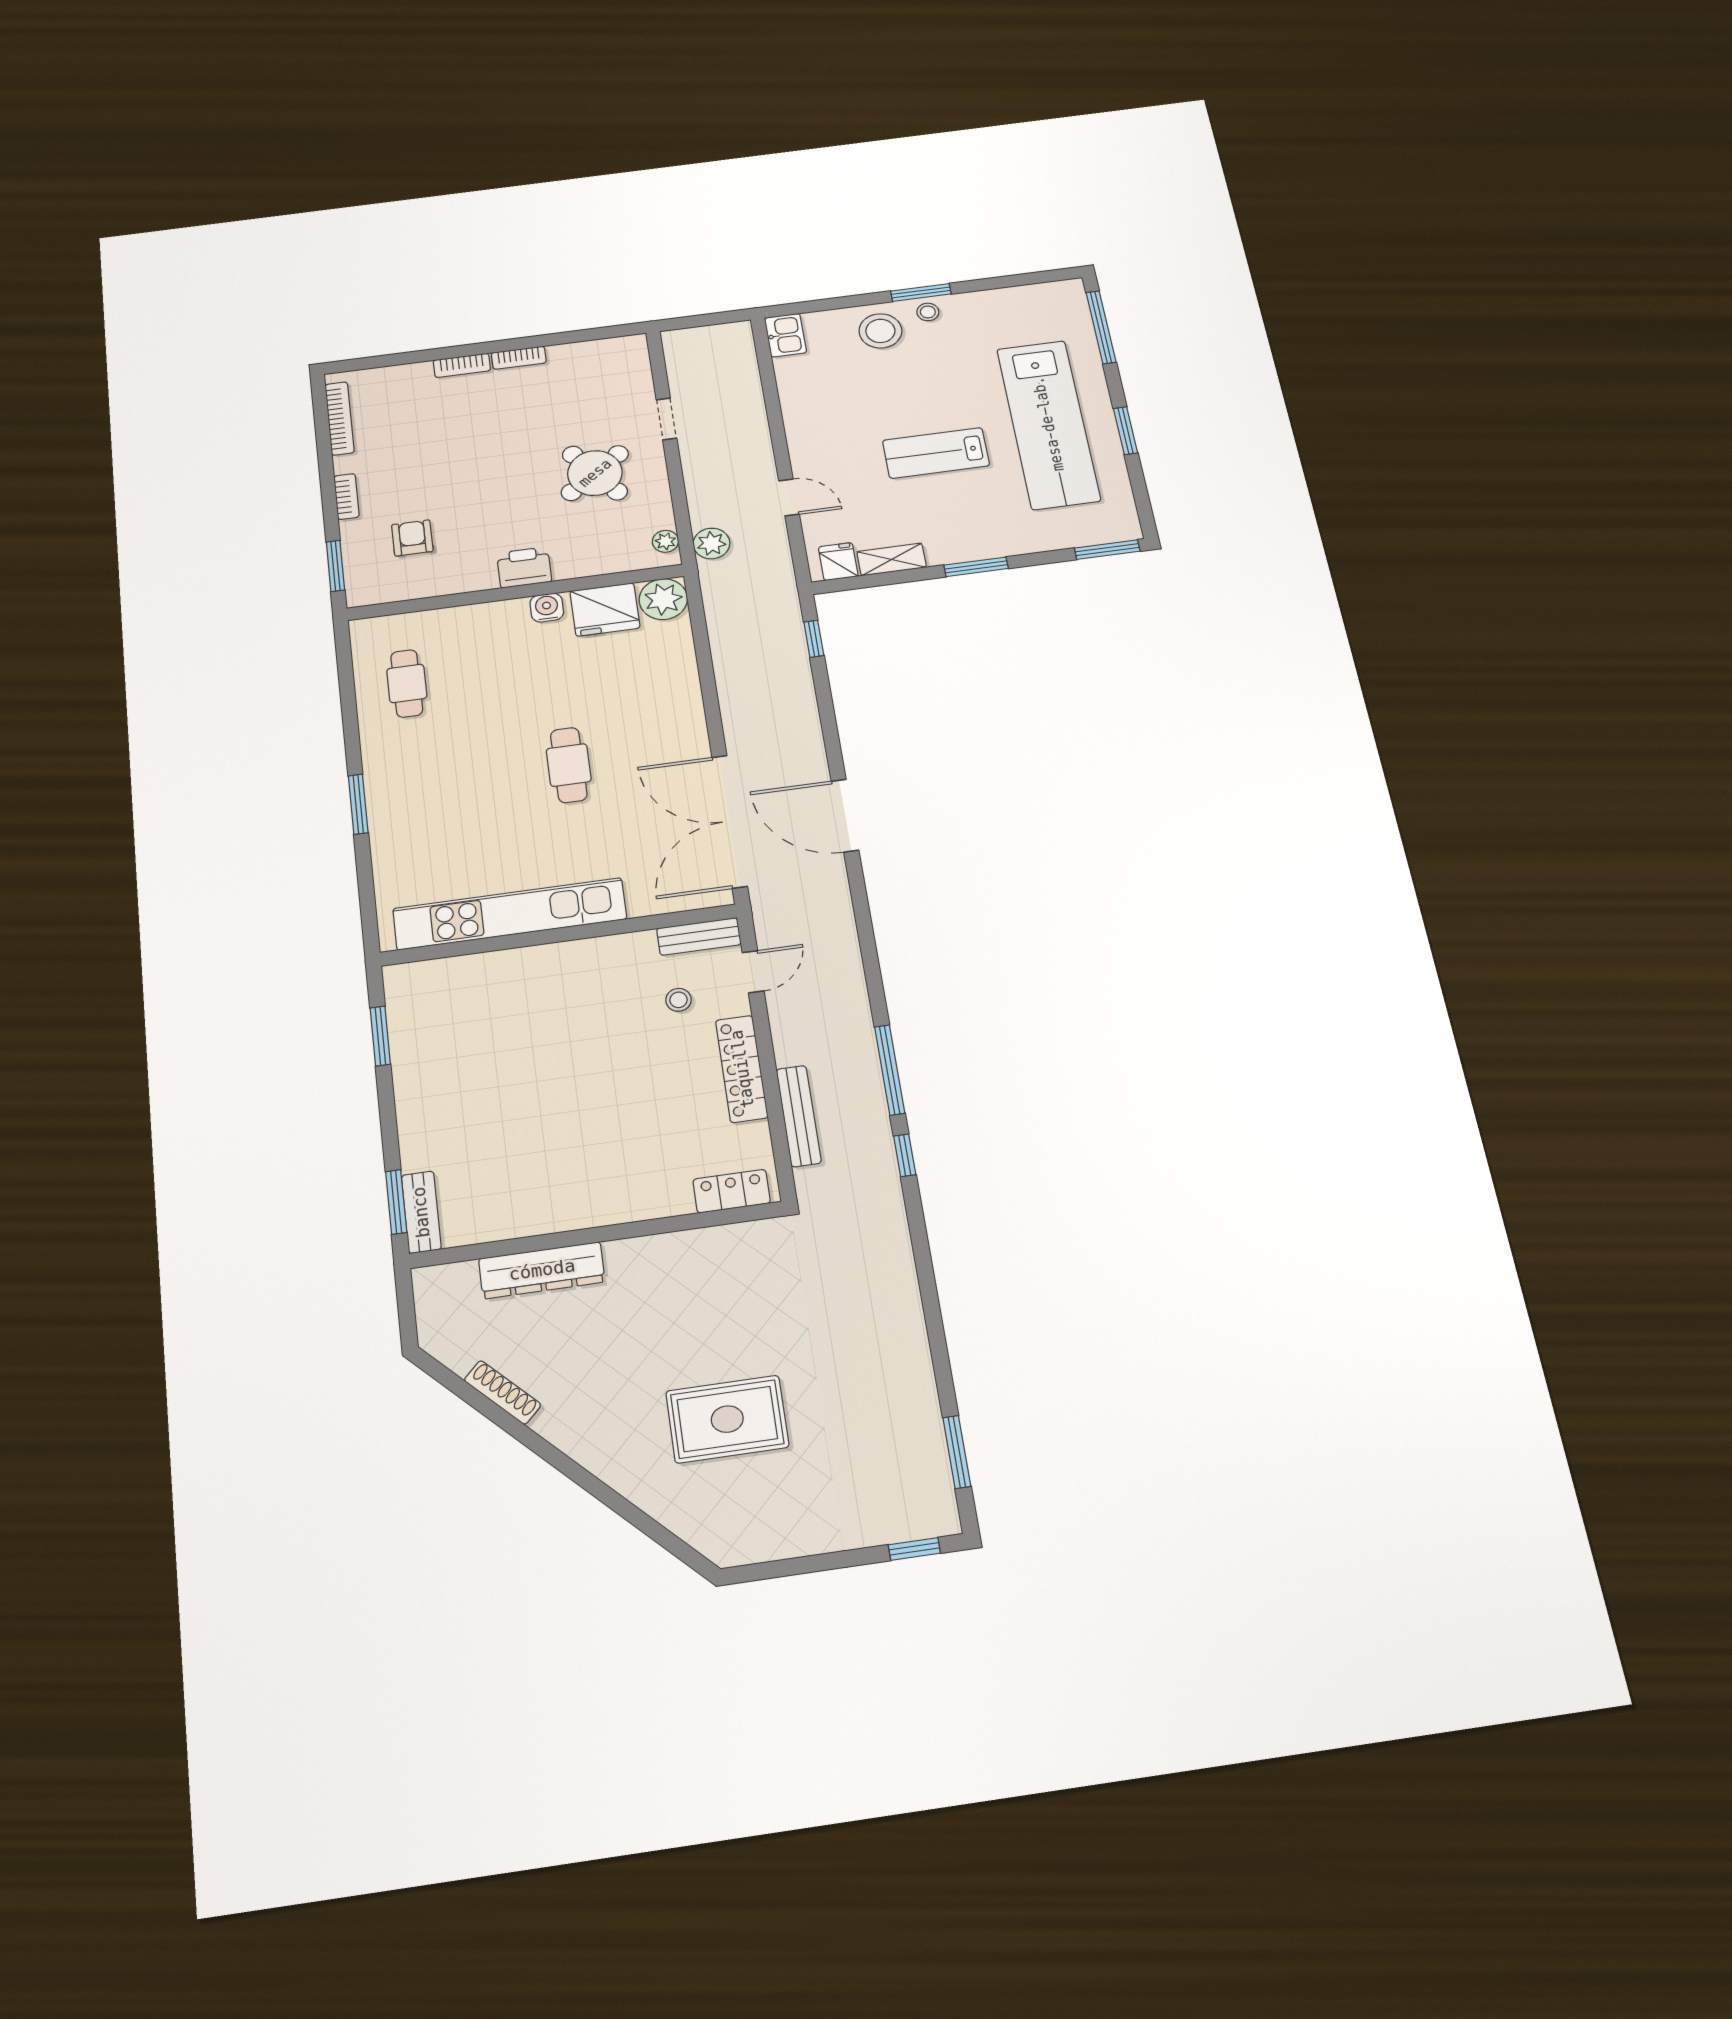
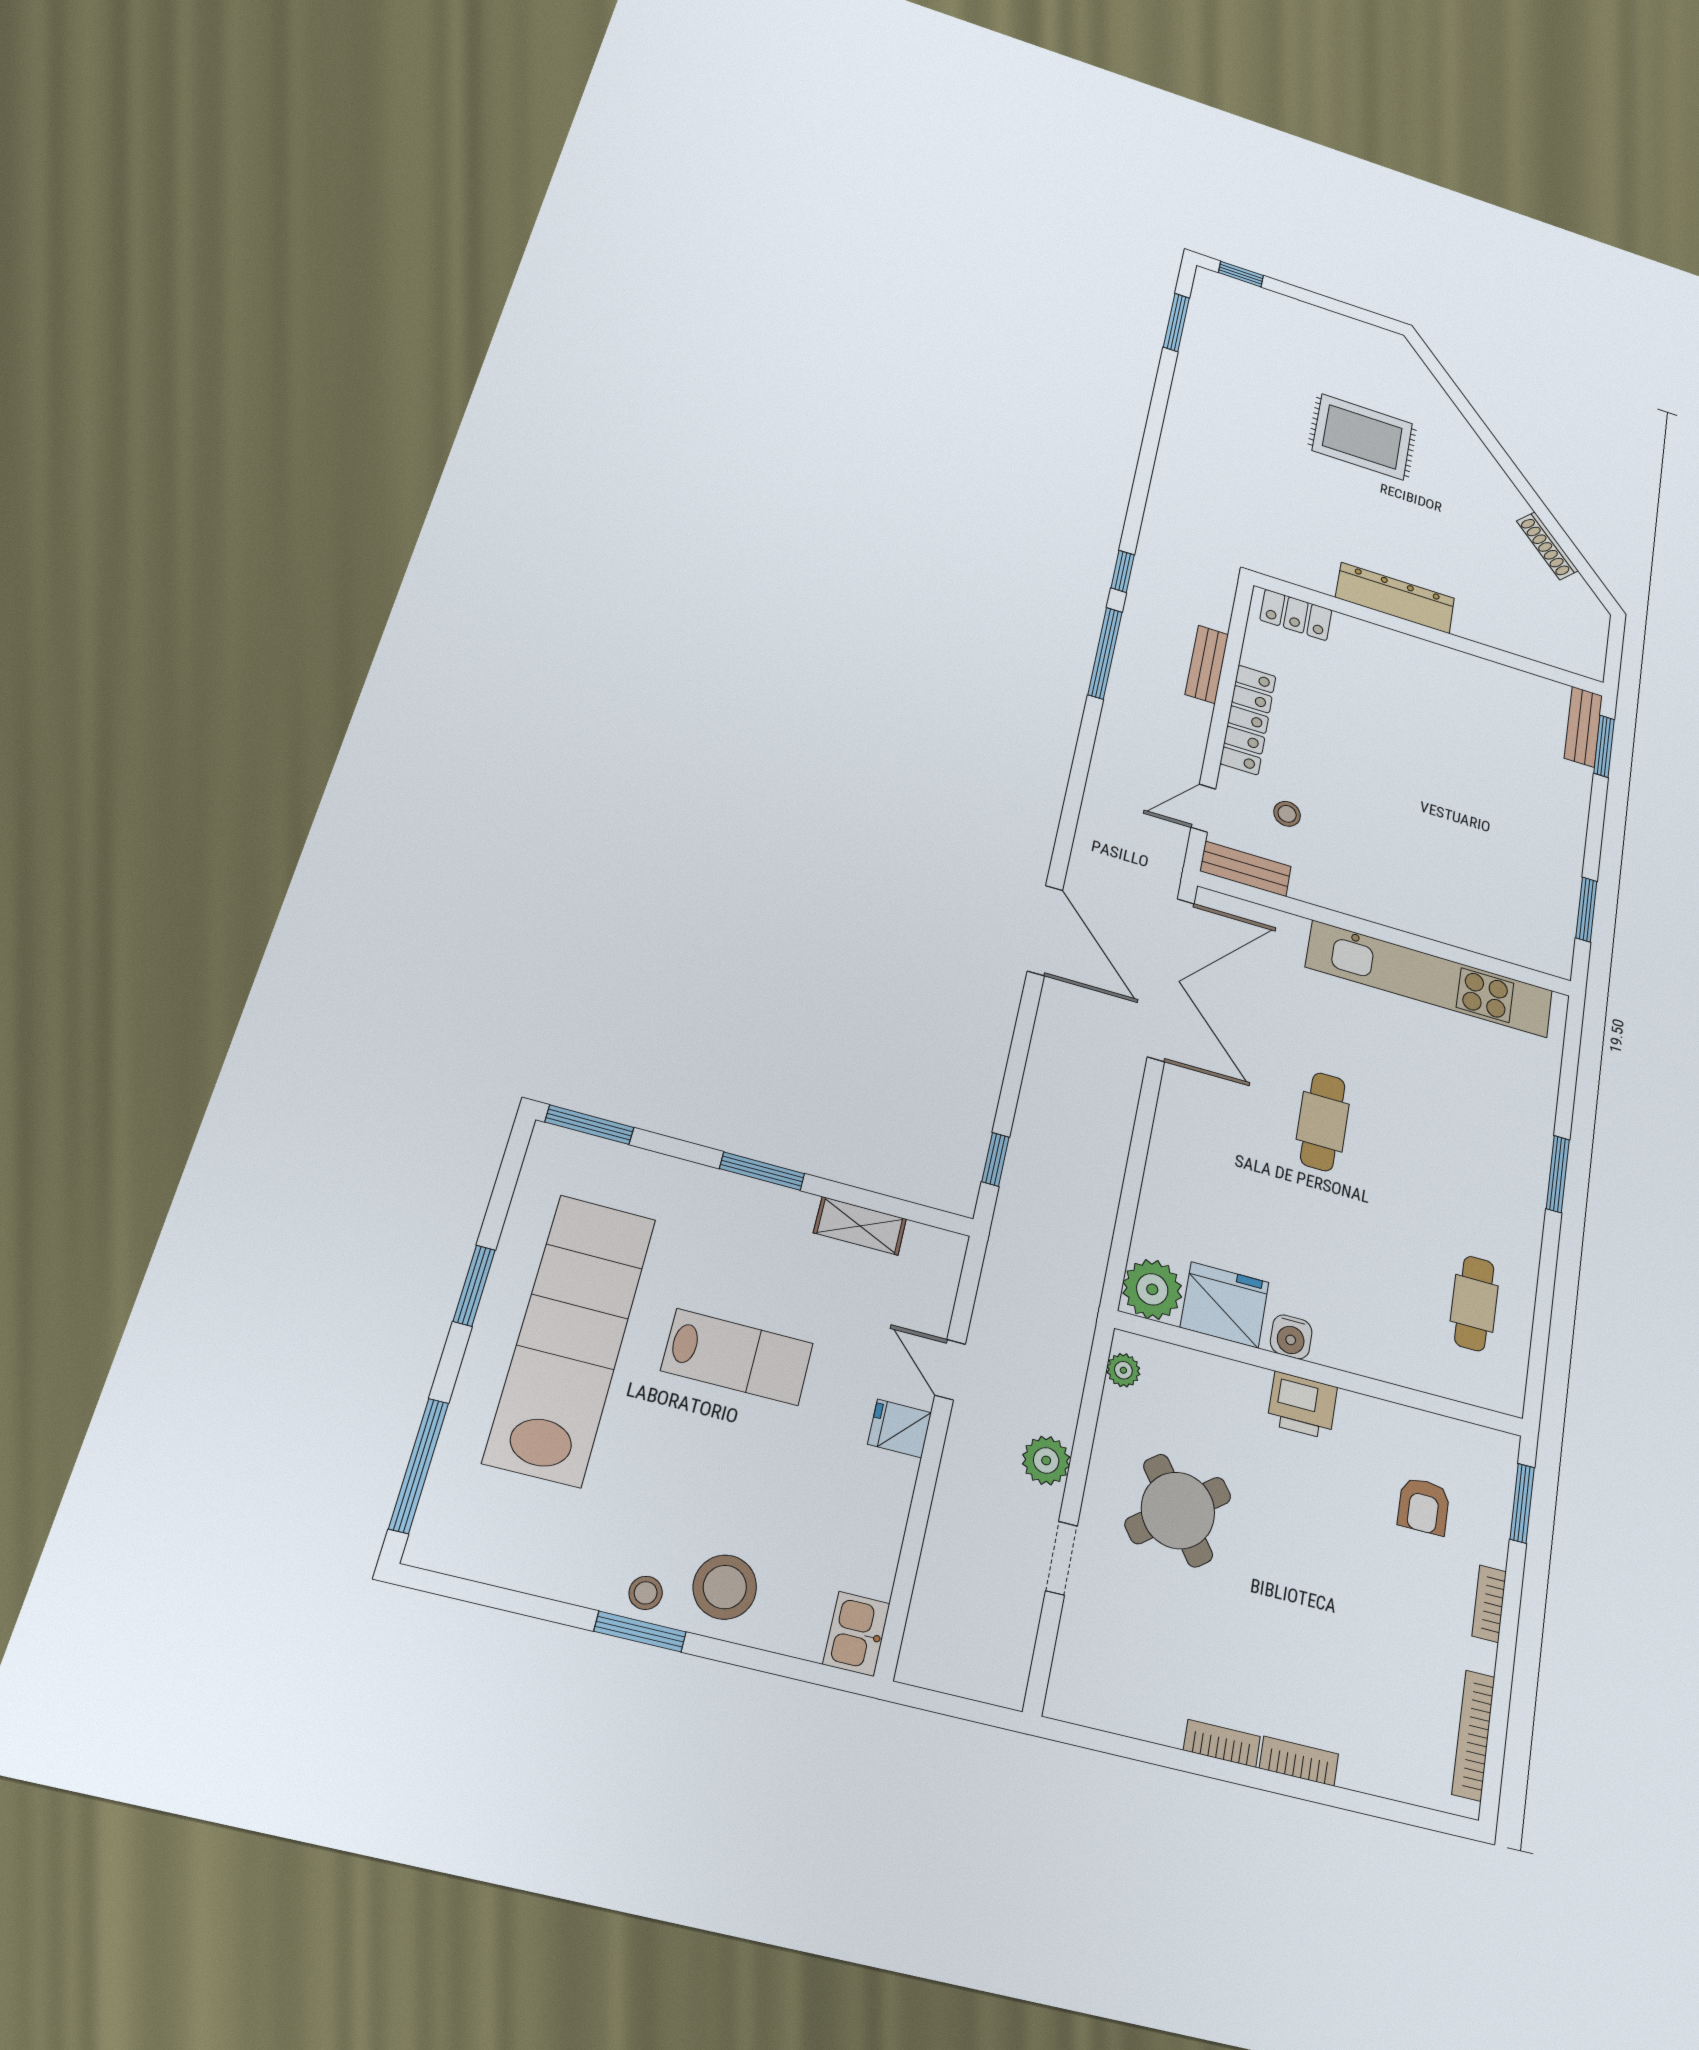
plant: (711, 543) -> (1046, 1460), moved
fridge: (838, 562) -> (900, 1428), moved, turned 90
bench: (799, 1116) -> (1207, 664), width x0.73
dresser: (542, 1270) -> (1395, 598), moved

